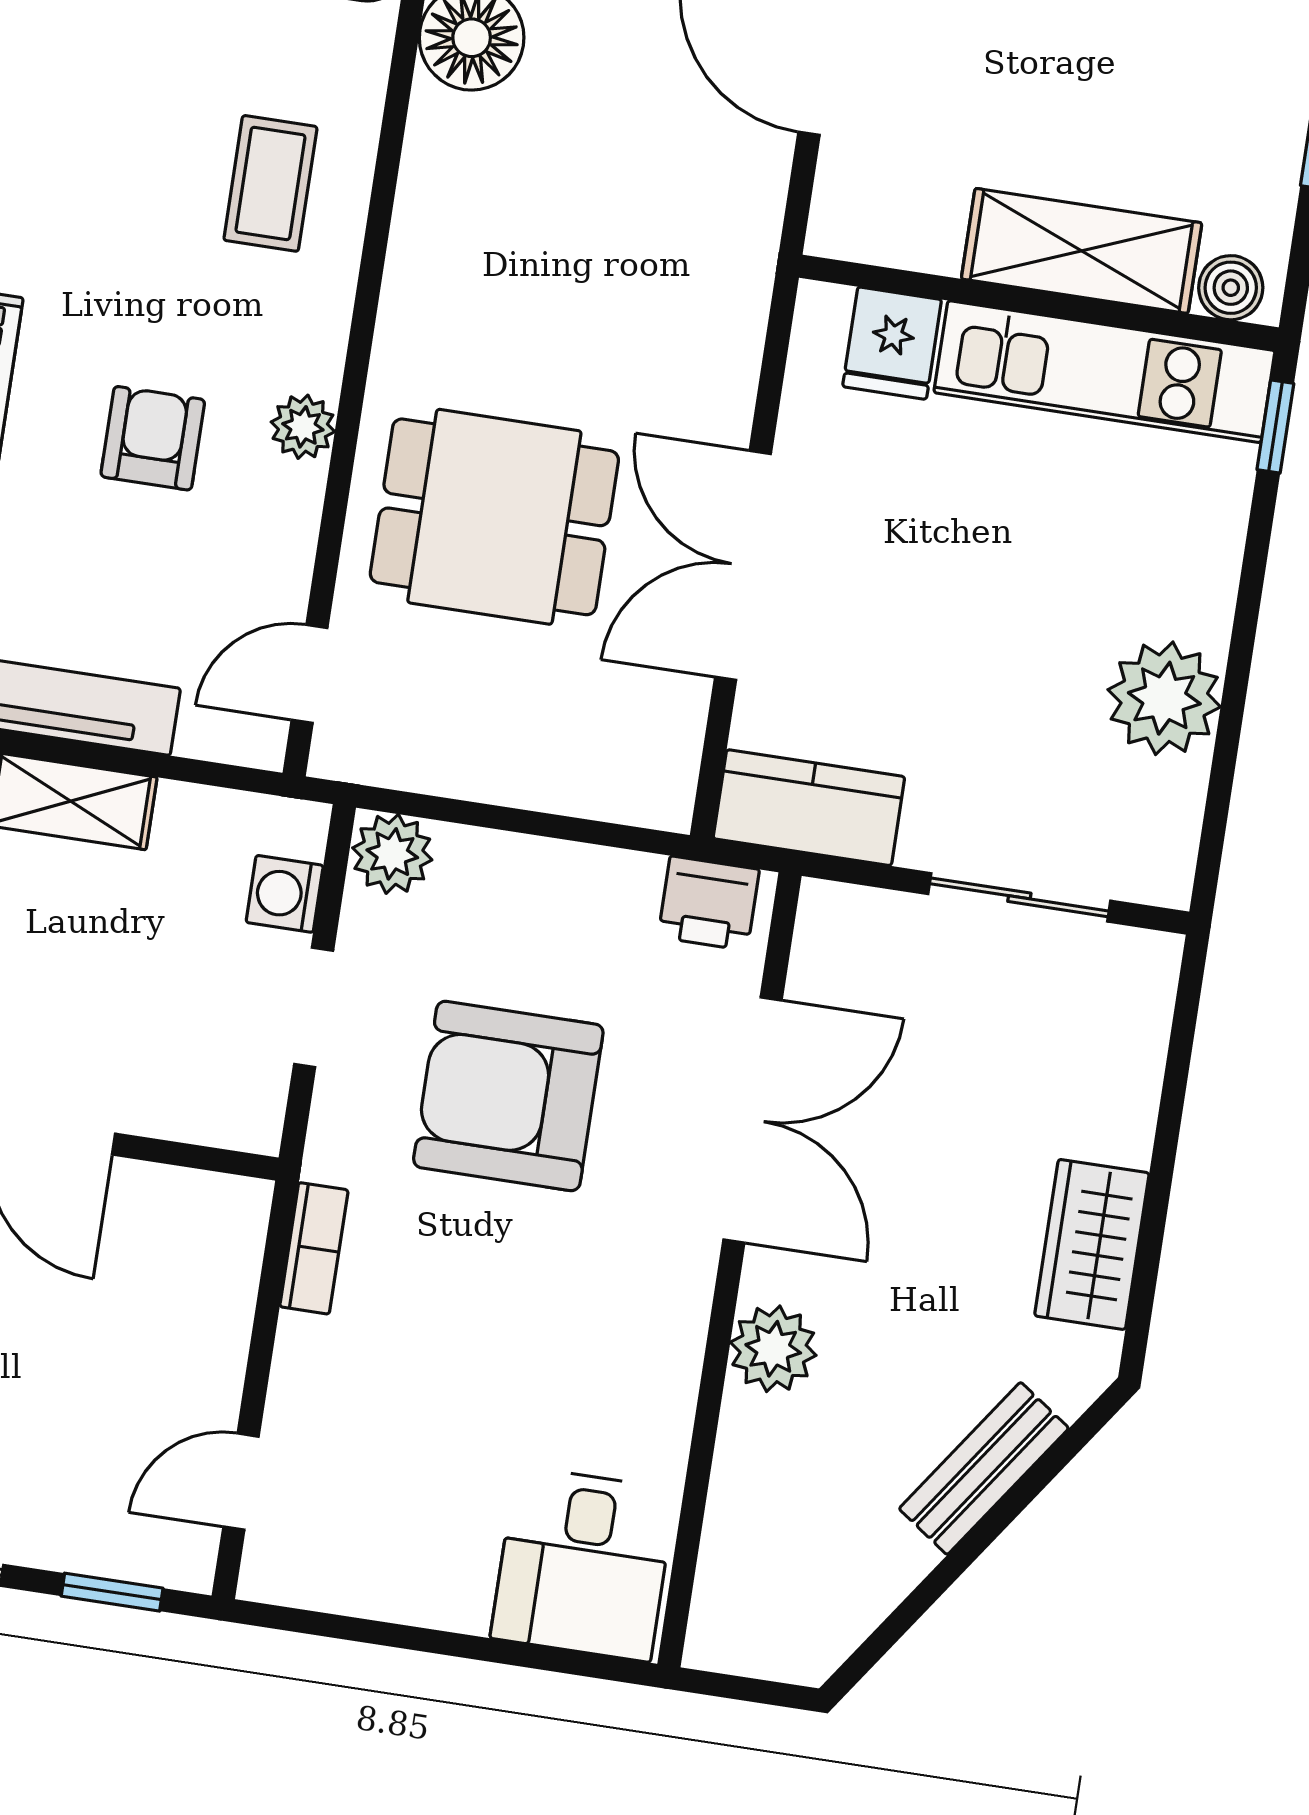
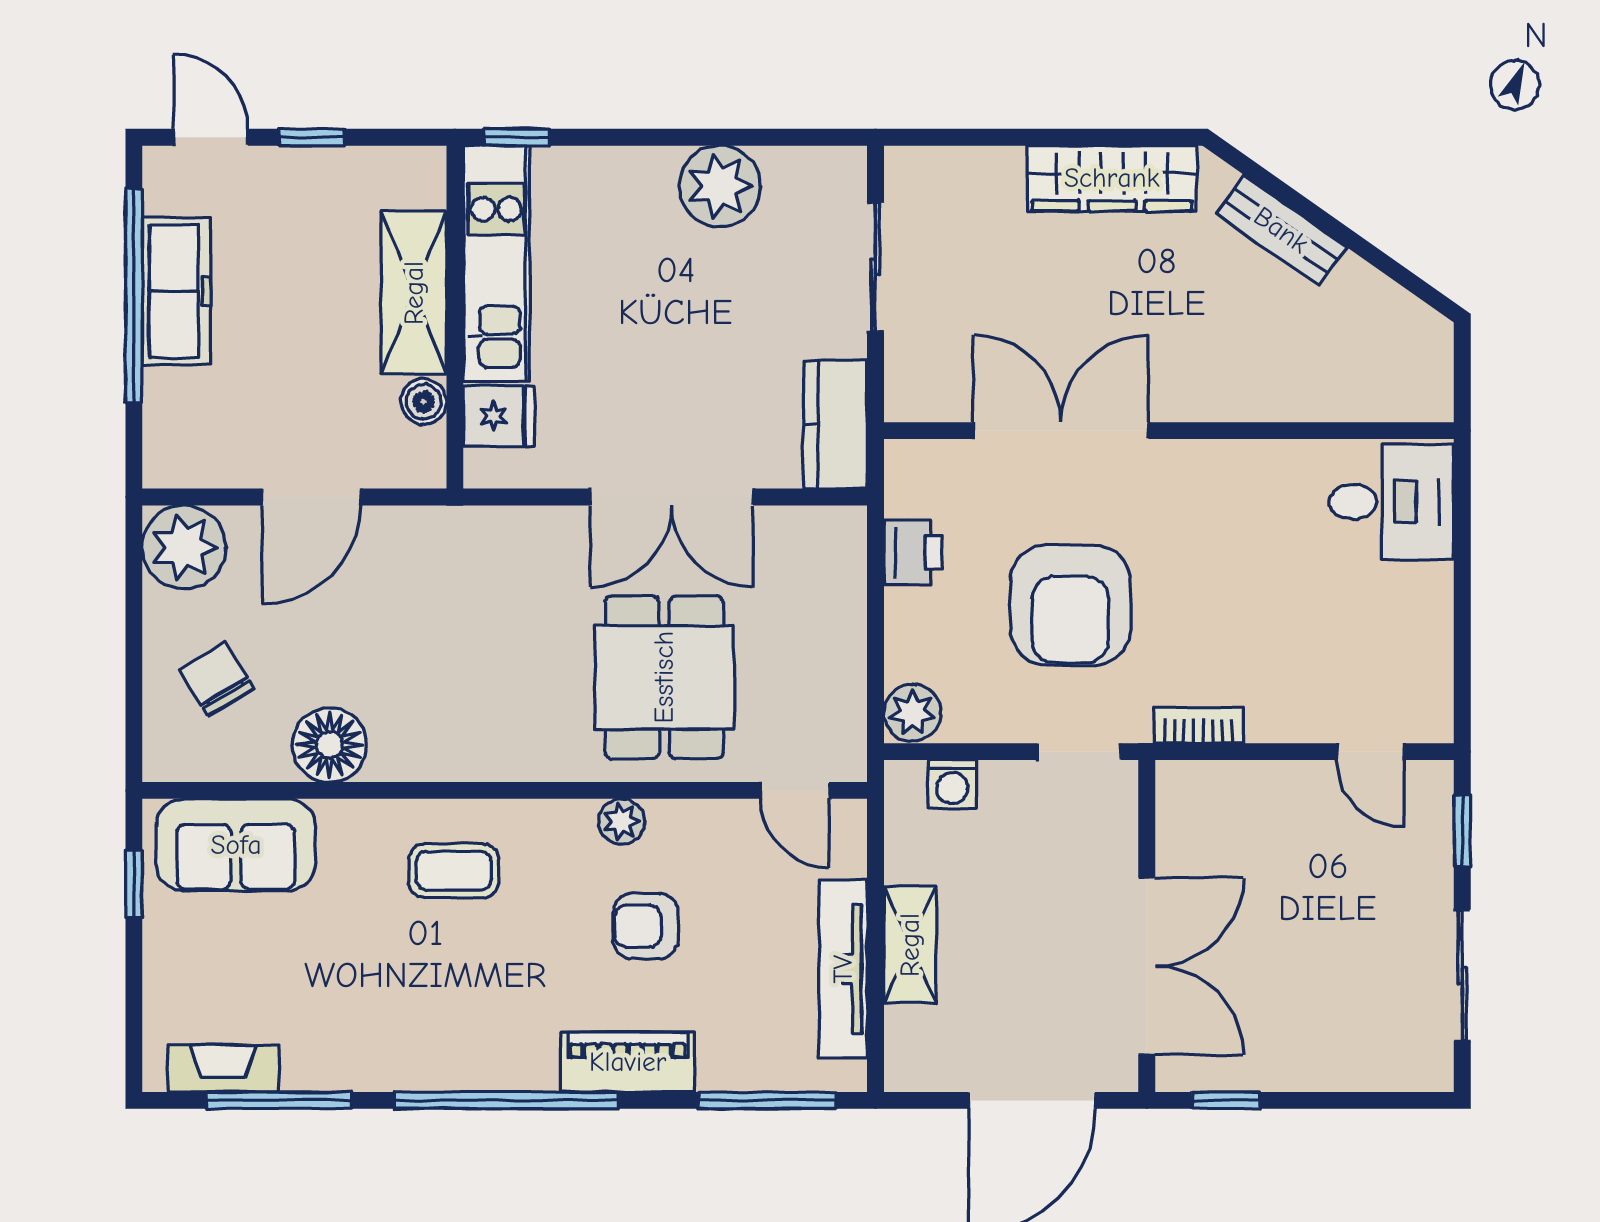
boiler: (1231, 288) -> (424, 402), moved
printer: (709, 903) -> (913, 552), moved
doorway: (314, 1007) -> (1079, 752), moved
wardrobe: (1092, 1244) -> (1112, 178), width x1.50
plant: (773, 1349) -> (1220, 391), removed

